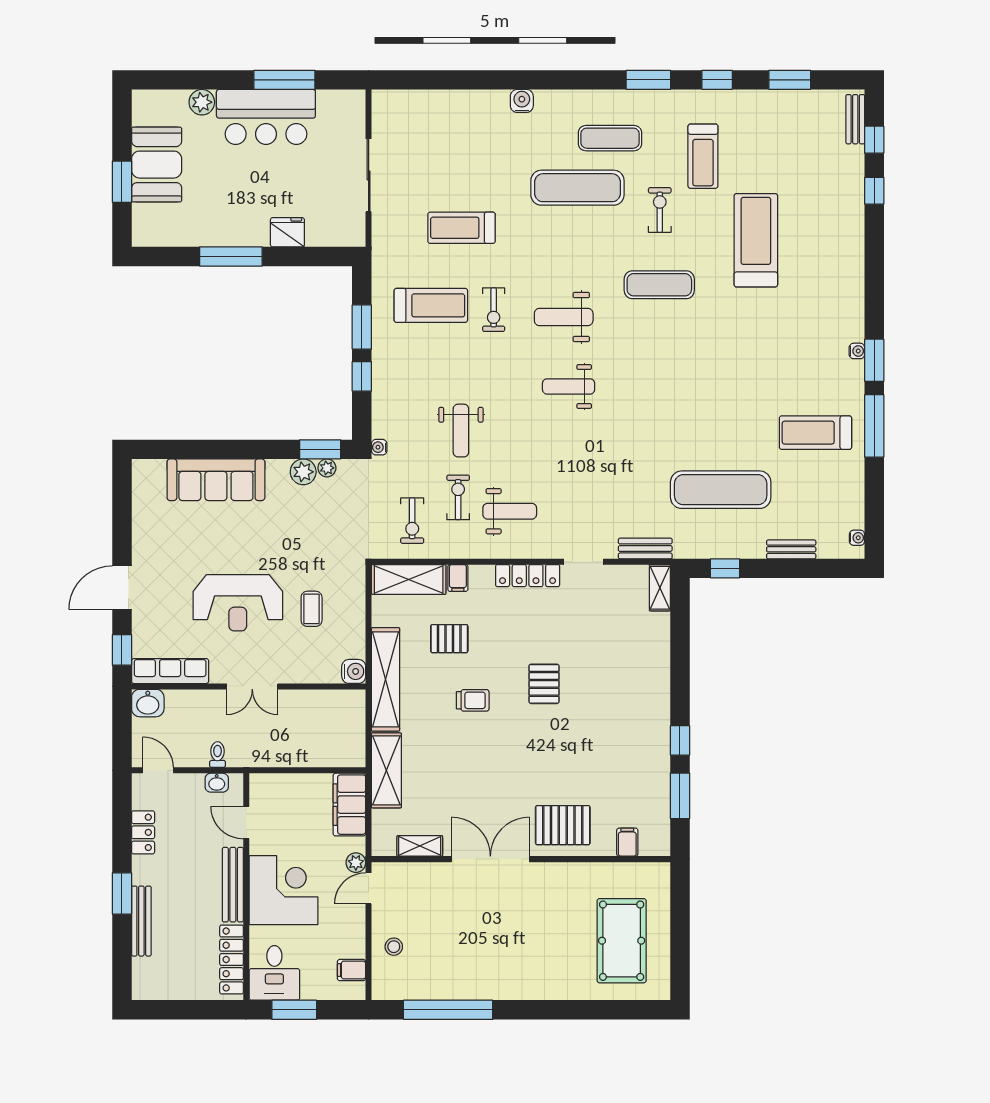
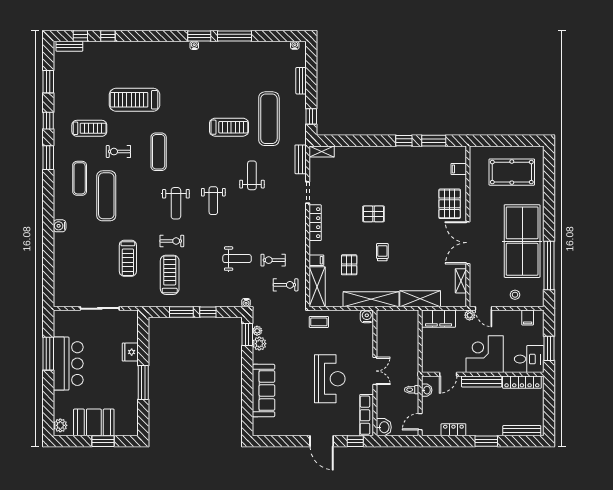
plant: (202, 102) -> (60, 425), moved
treadmill: (815, 433) -> (229, 127), moved, turned -90
weight bench: (510, 511) -> (252, 175), moved
coffee table: (312, 609) -> (319, 322), moved
bench: (141, 921) -> (522, 431), moved
table tennis table: (493, 960) -> (522, 241), added

